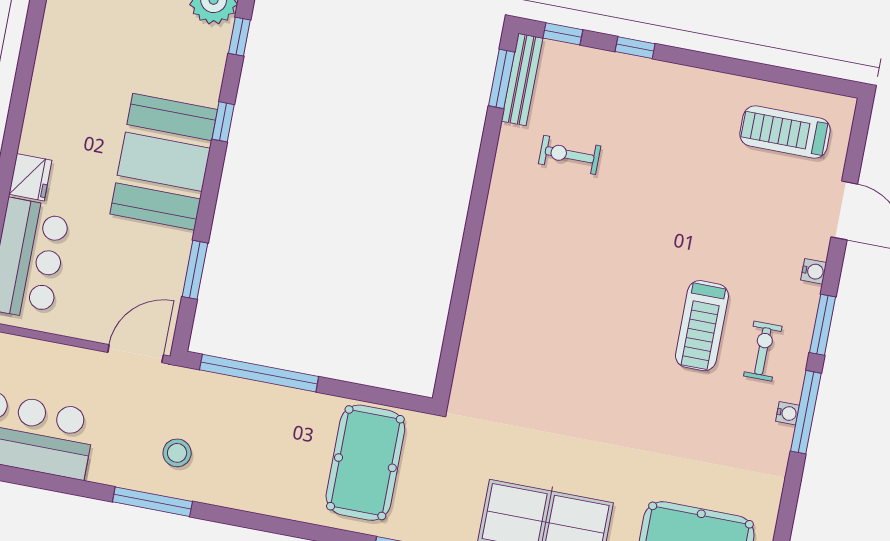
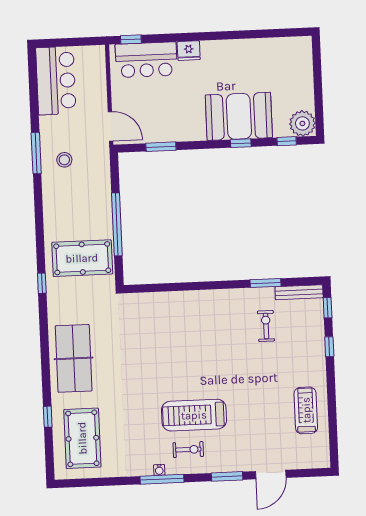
window: (502, 79) -> (265, 283), moved
treadmill: (785, 132) -> (306, 410), moved
booth: (164, 162) -> (239, 116), moved
water cooler: (814, 271) -> (236, 466), removed
window: (823, 325) -> (227, 476), moved
treadmill: (702, 326) -> (194, 415), width x1.37, depth x1.38
window: (259, 373) -> (117, 224), moved

